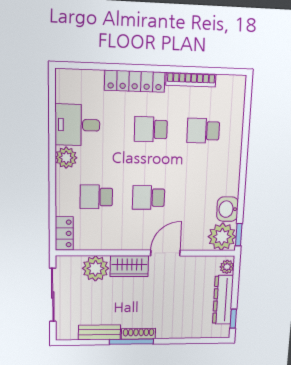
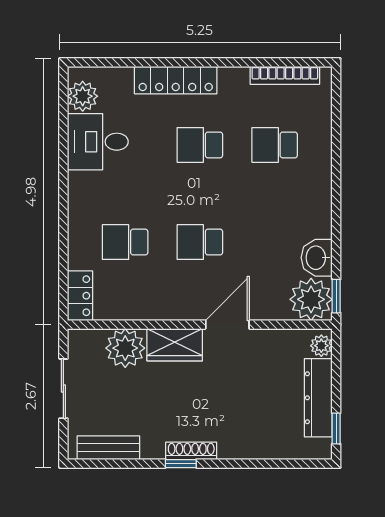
bookcase: (191, 80) -> (285, 75), moved
plant: (66, 158) -> (83, 96), moved
sliding door: (53, 295) -> (63, 389), width x0.73
bench: (99, 332) -> (108, 448), moved
window: (131, 342) -> (181, 464), width x0.46

